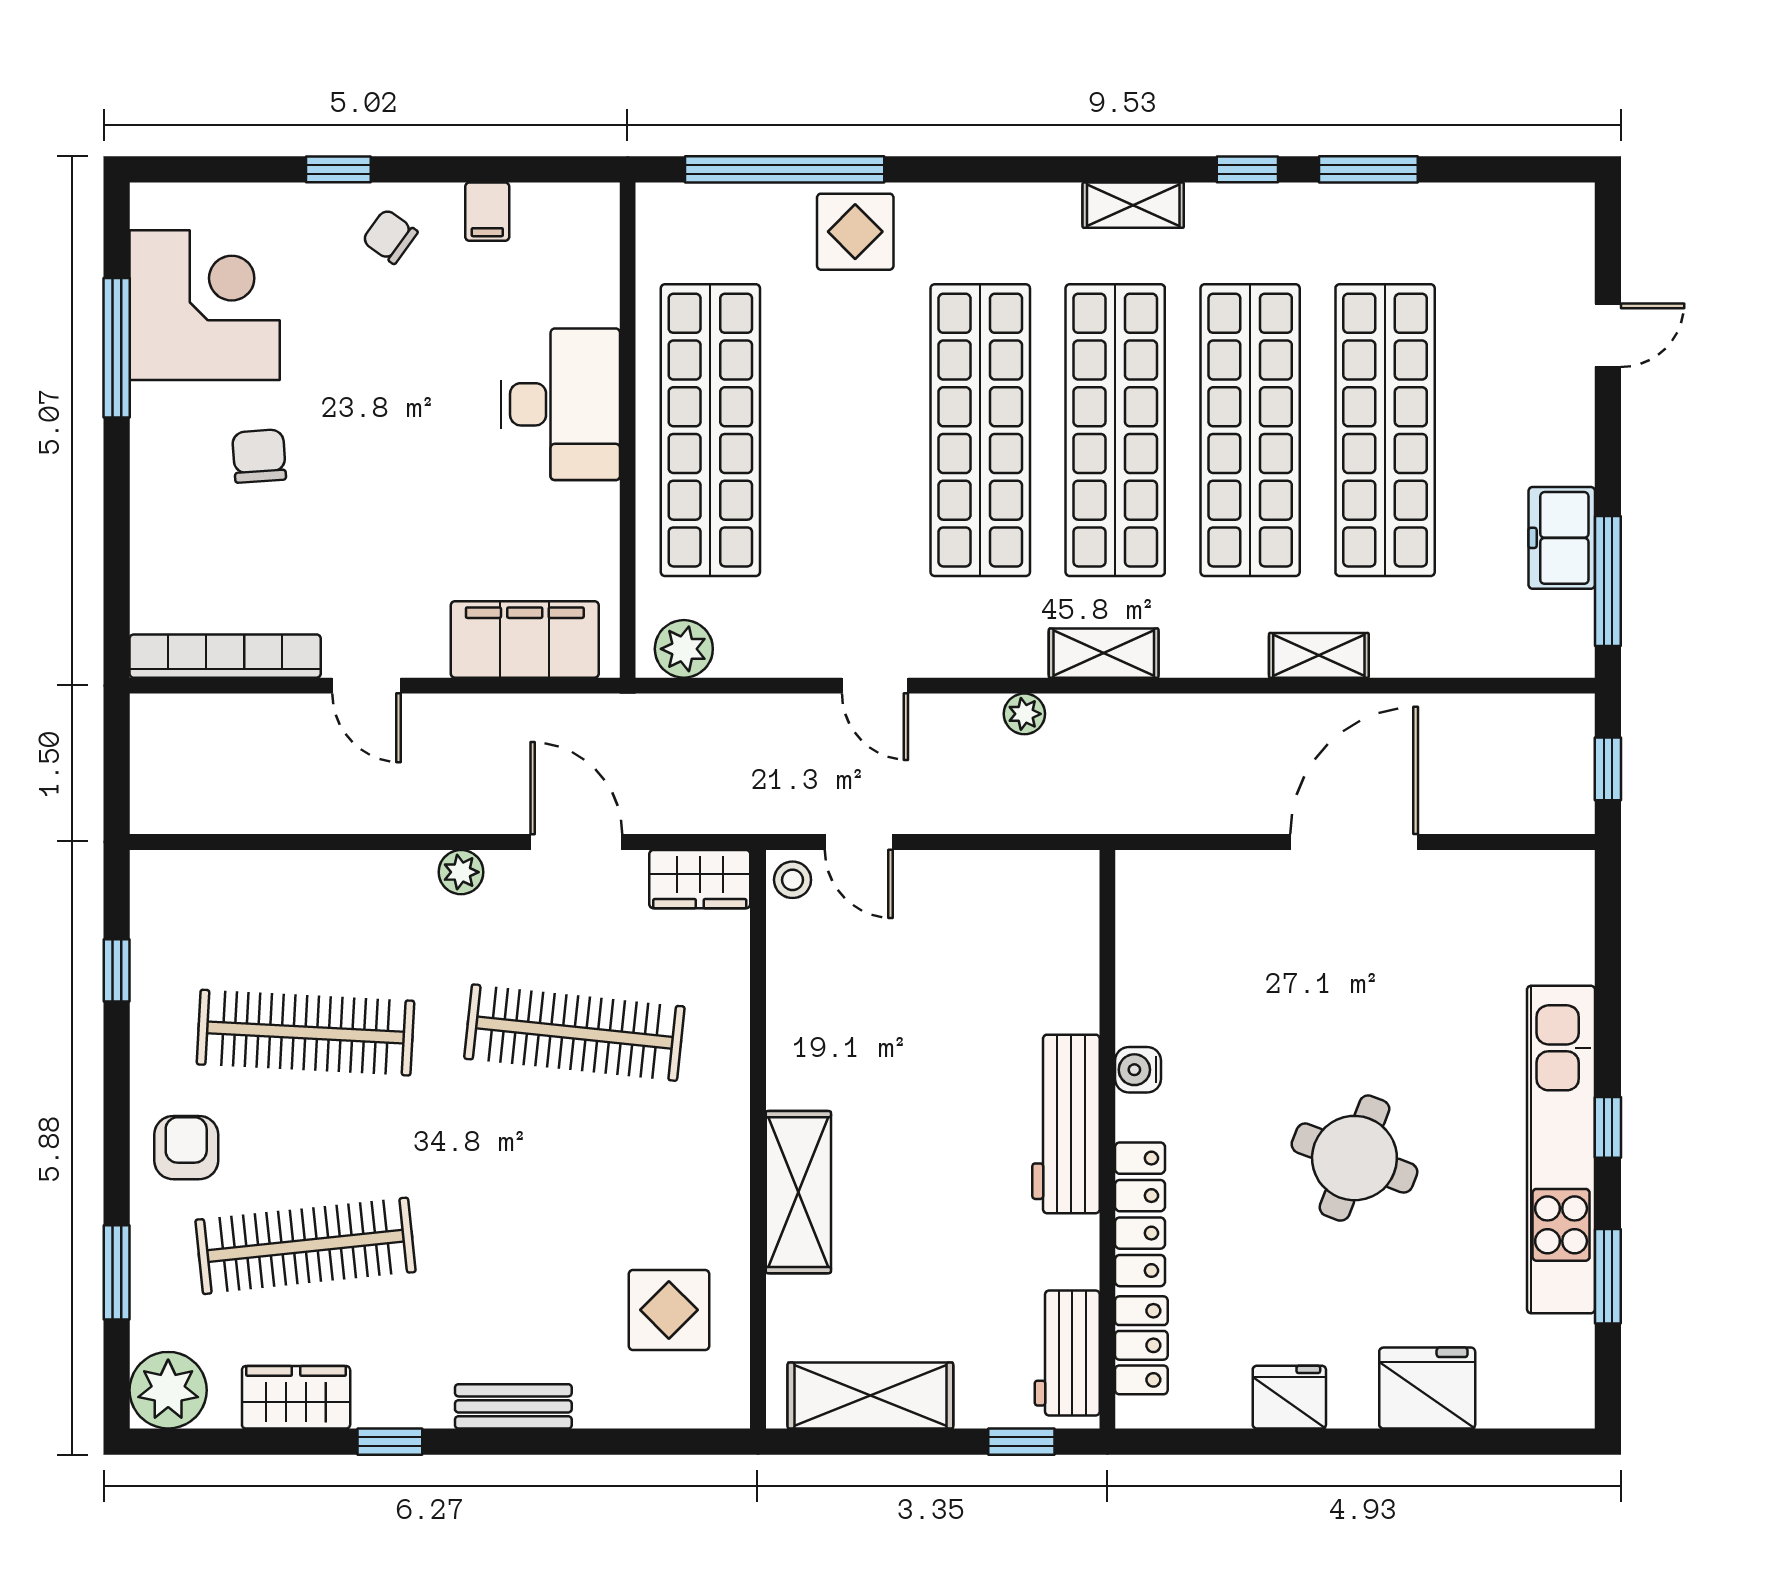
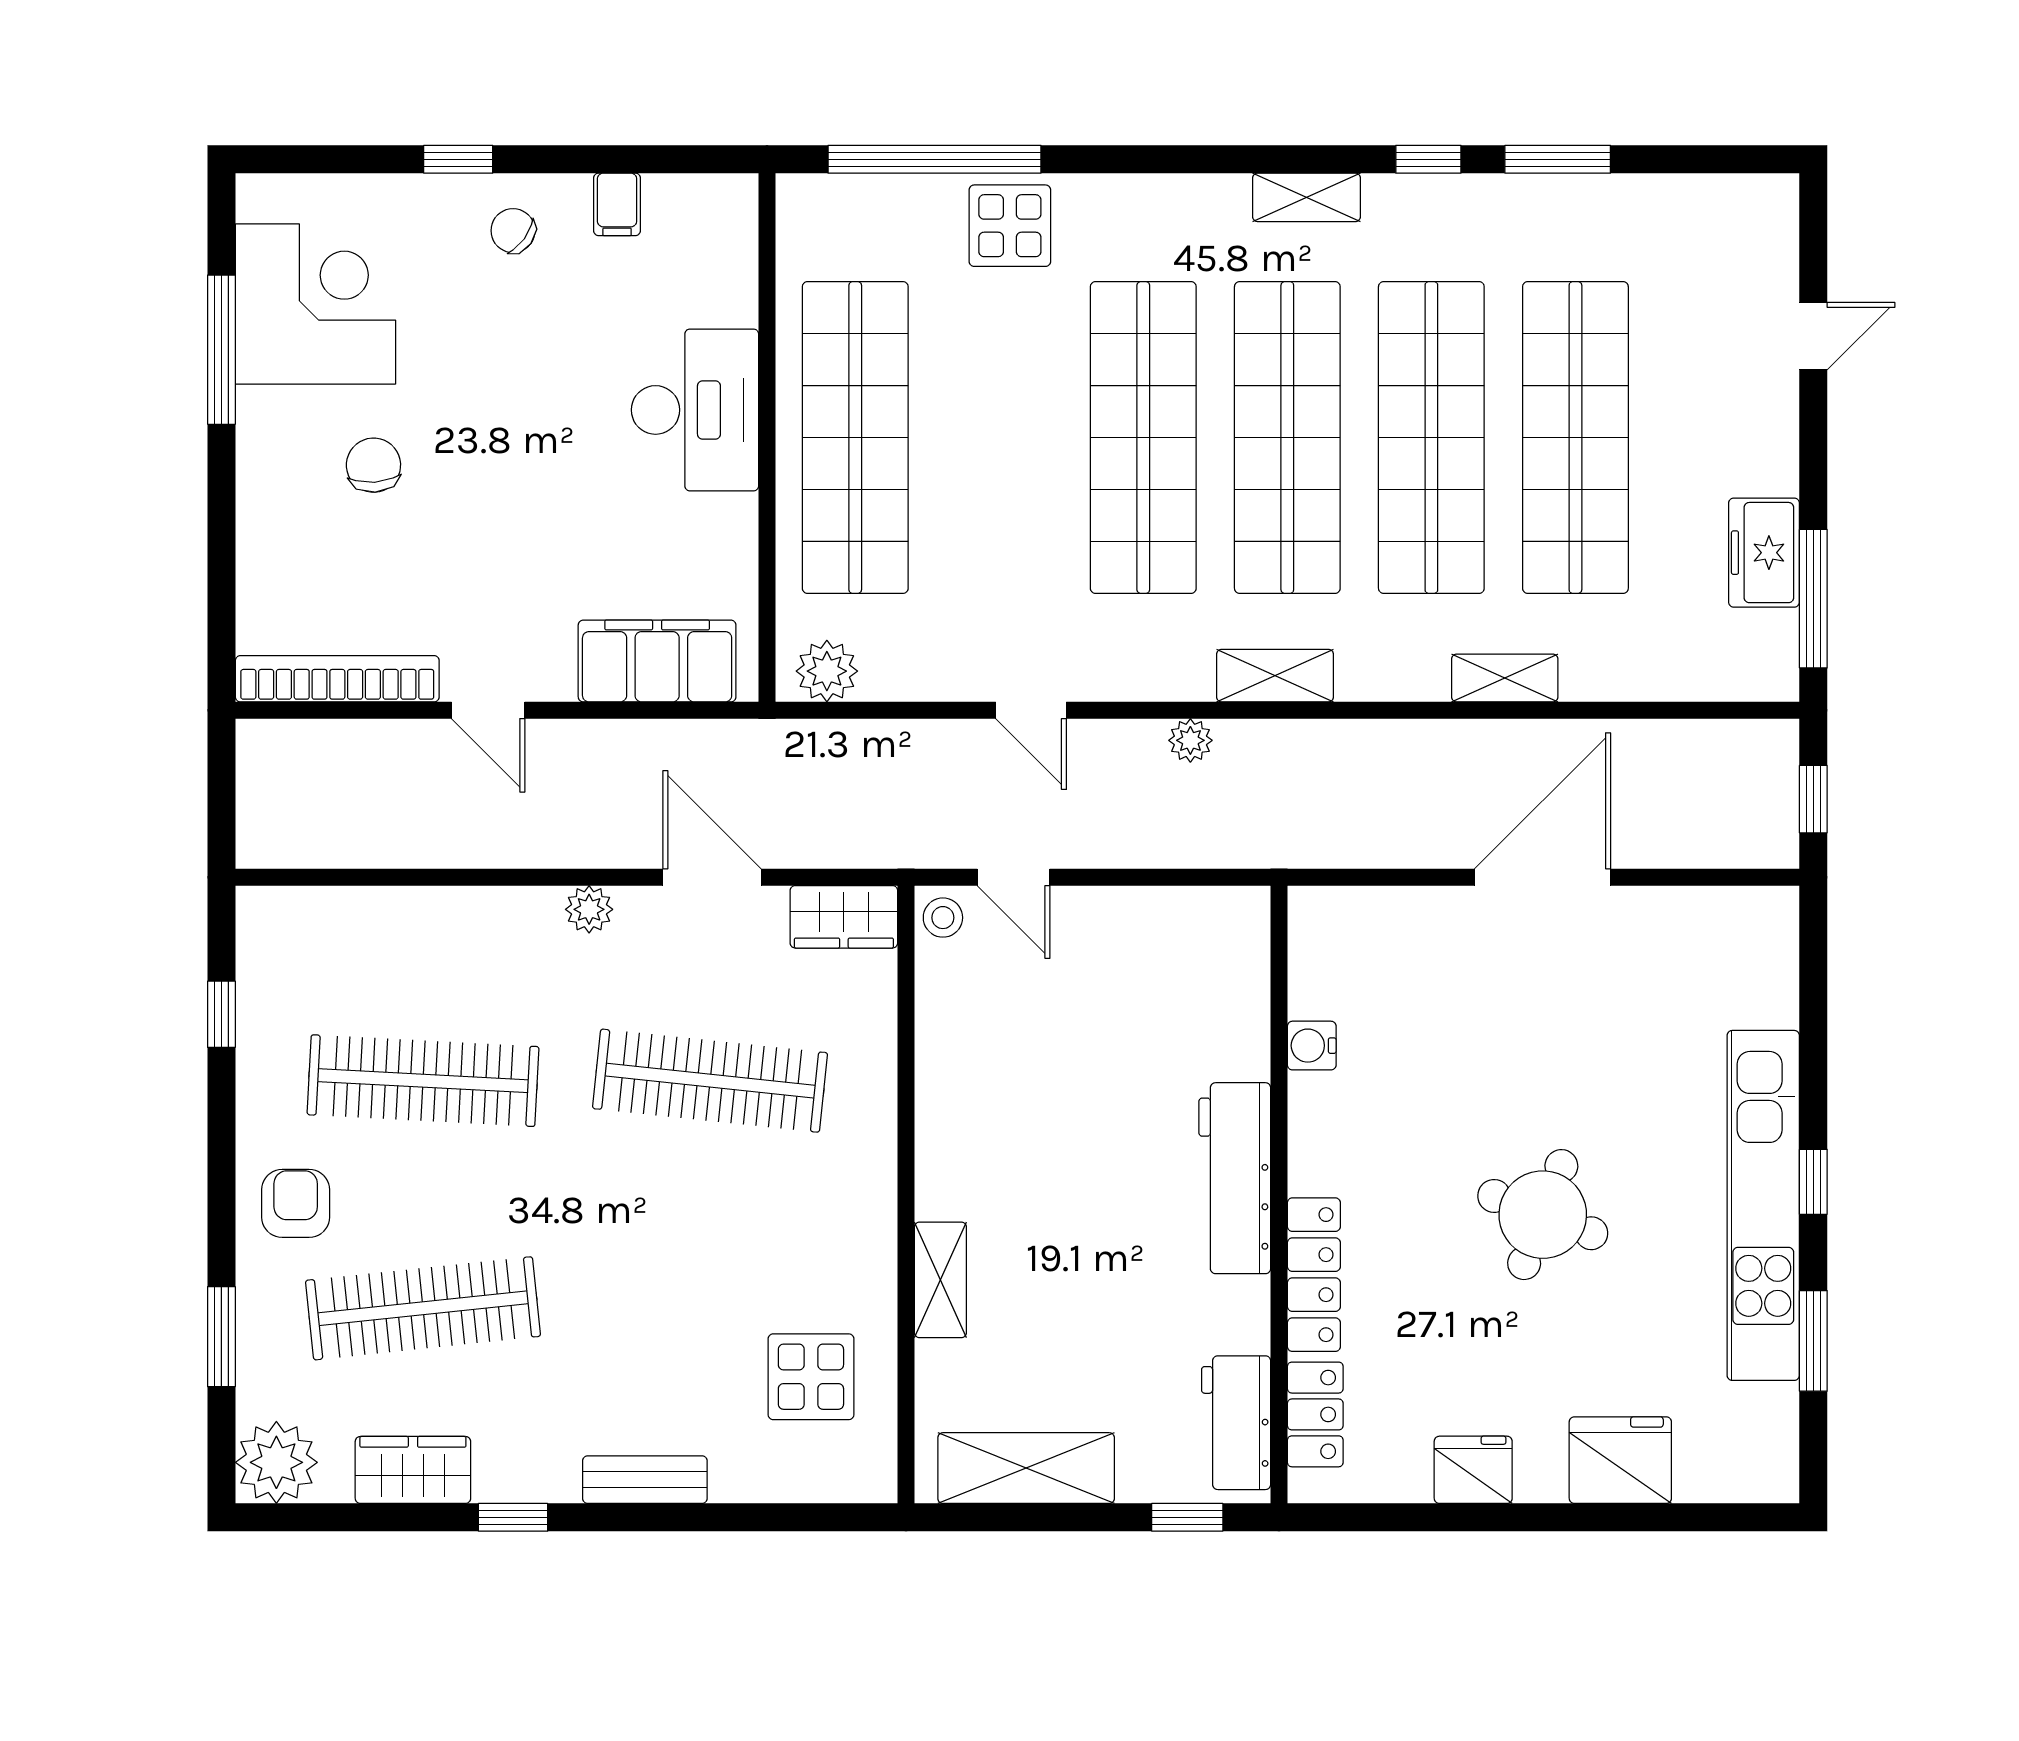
water cooler: (1138, 1070) -> (1312, 1046), moved
shelving: (798, 1192) -> (940, 1280), width x0.67, depth x0.75

